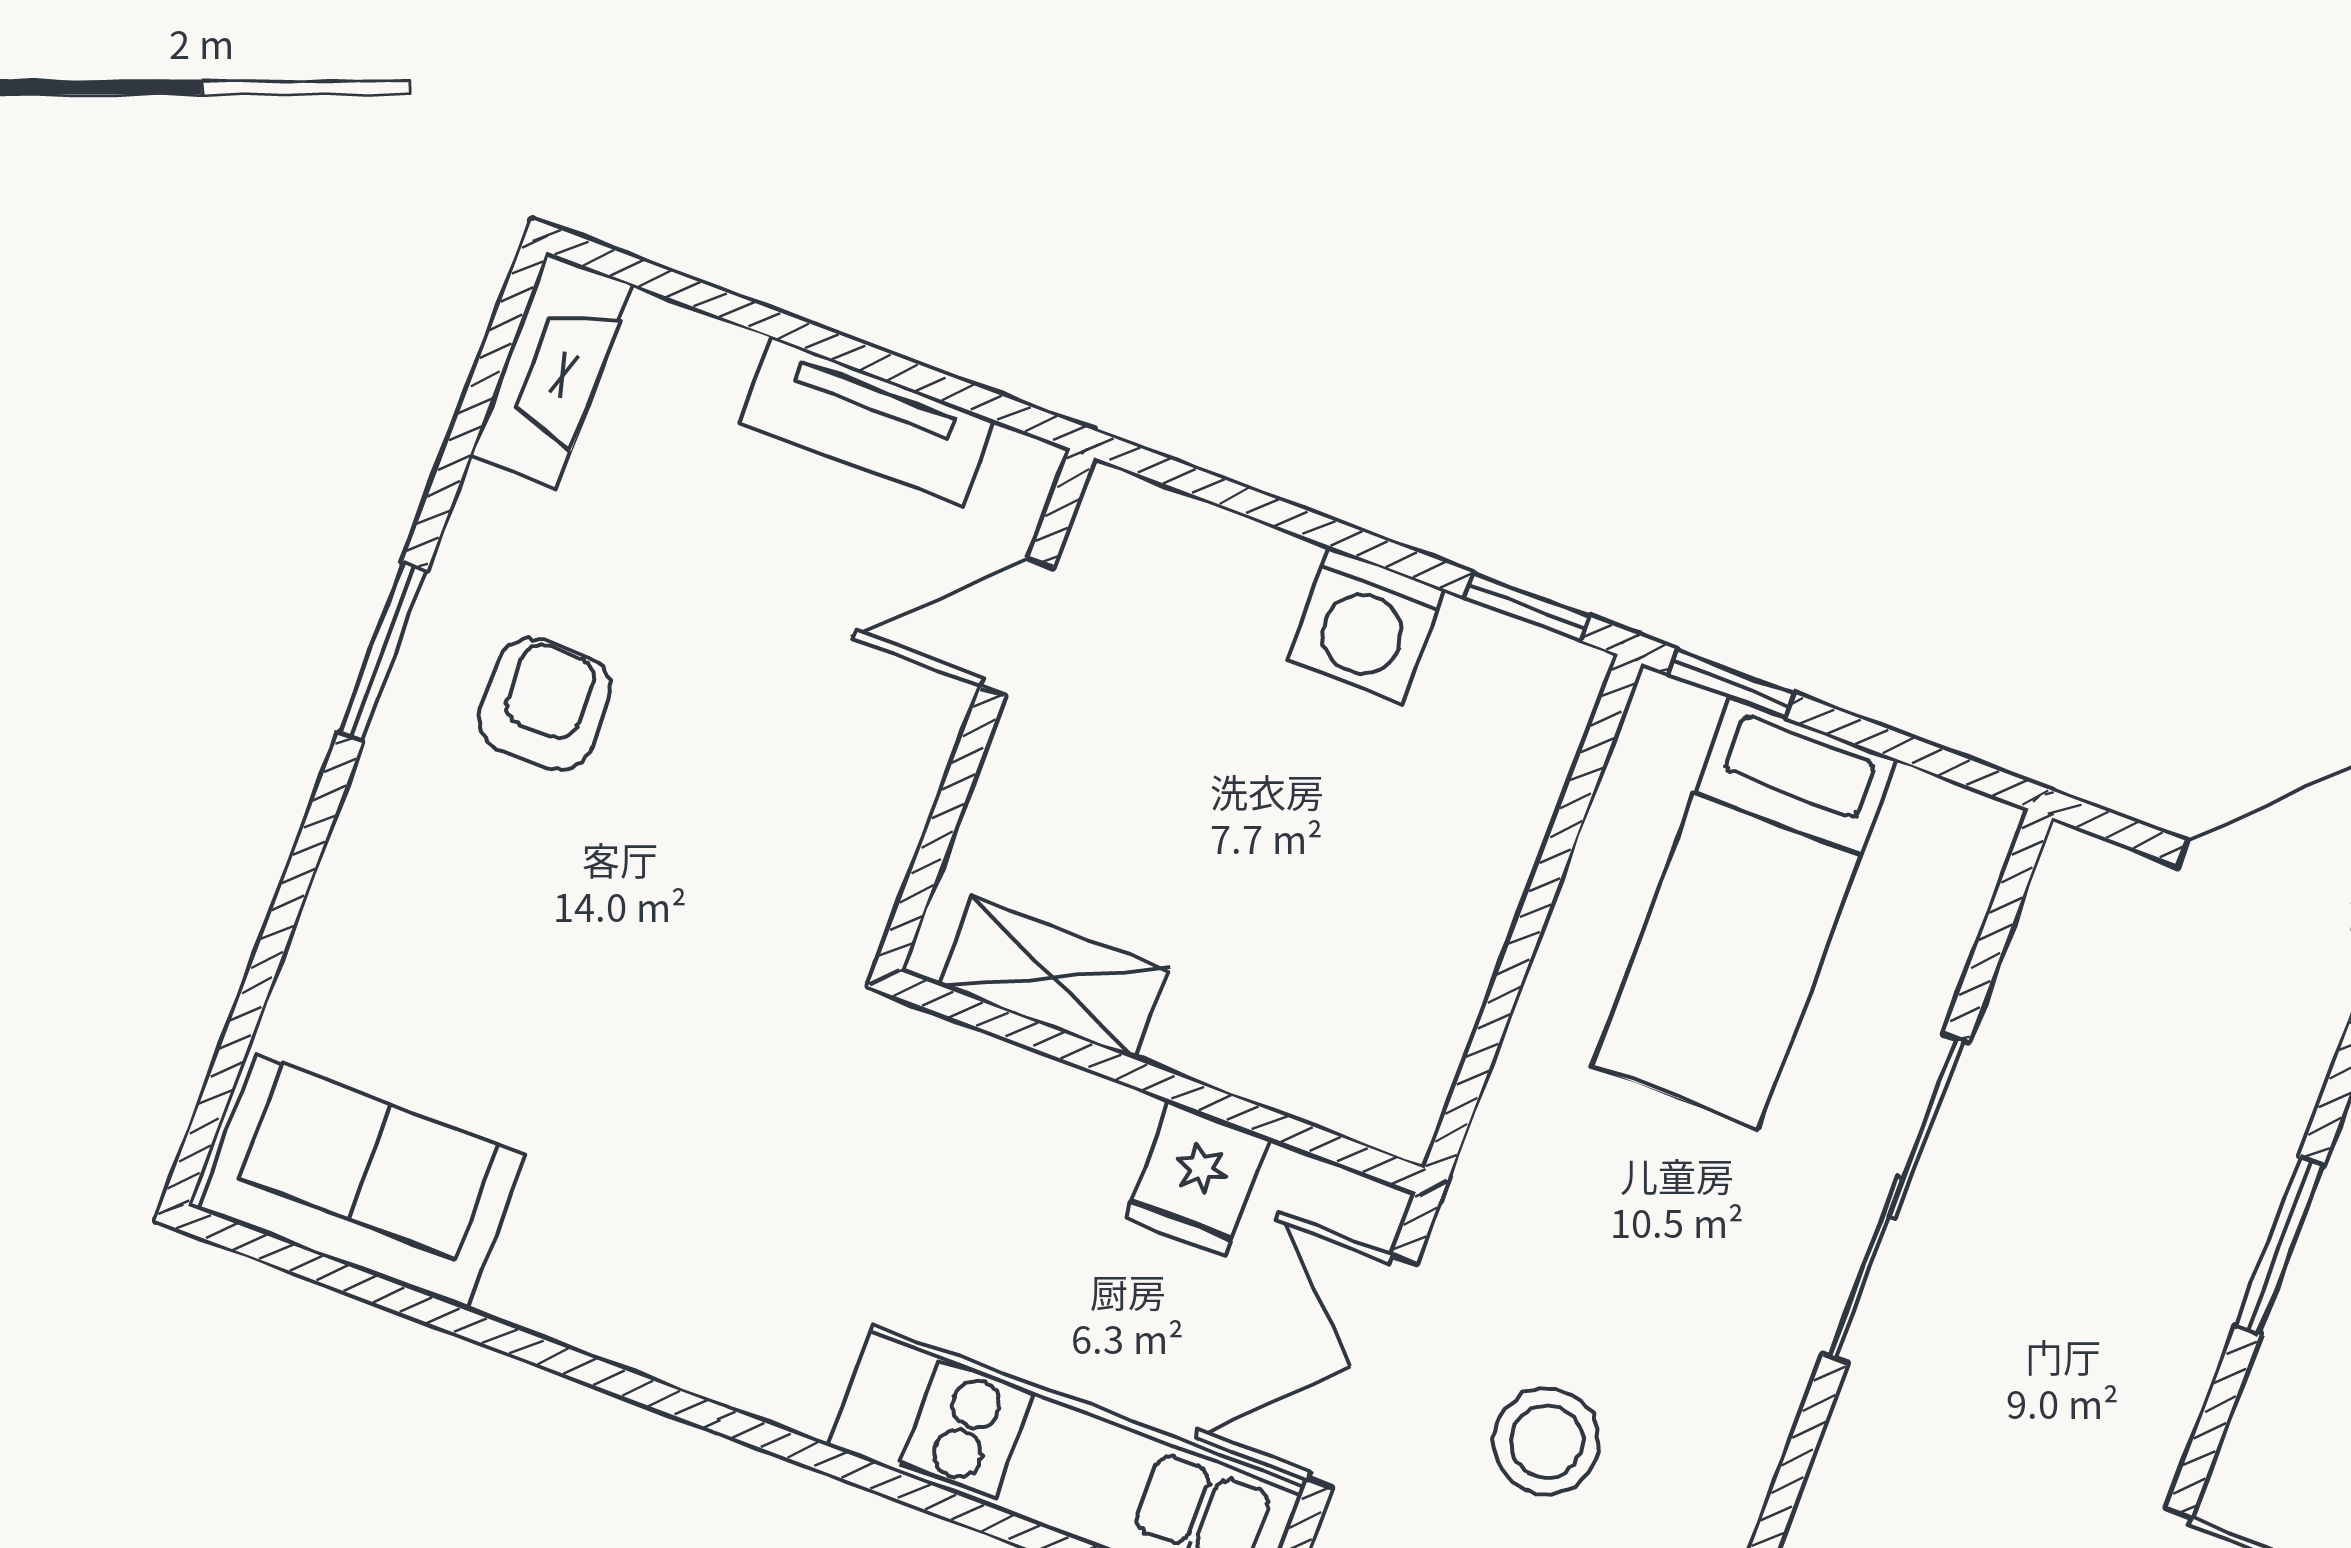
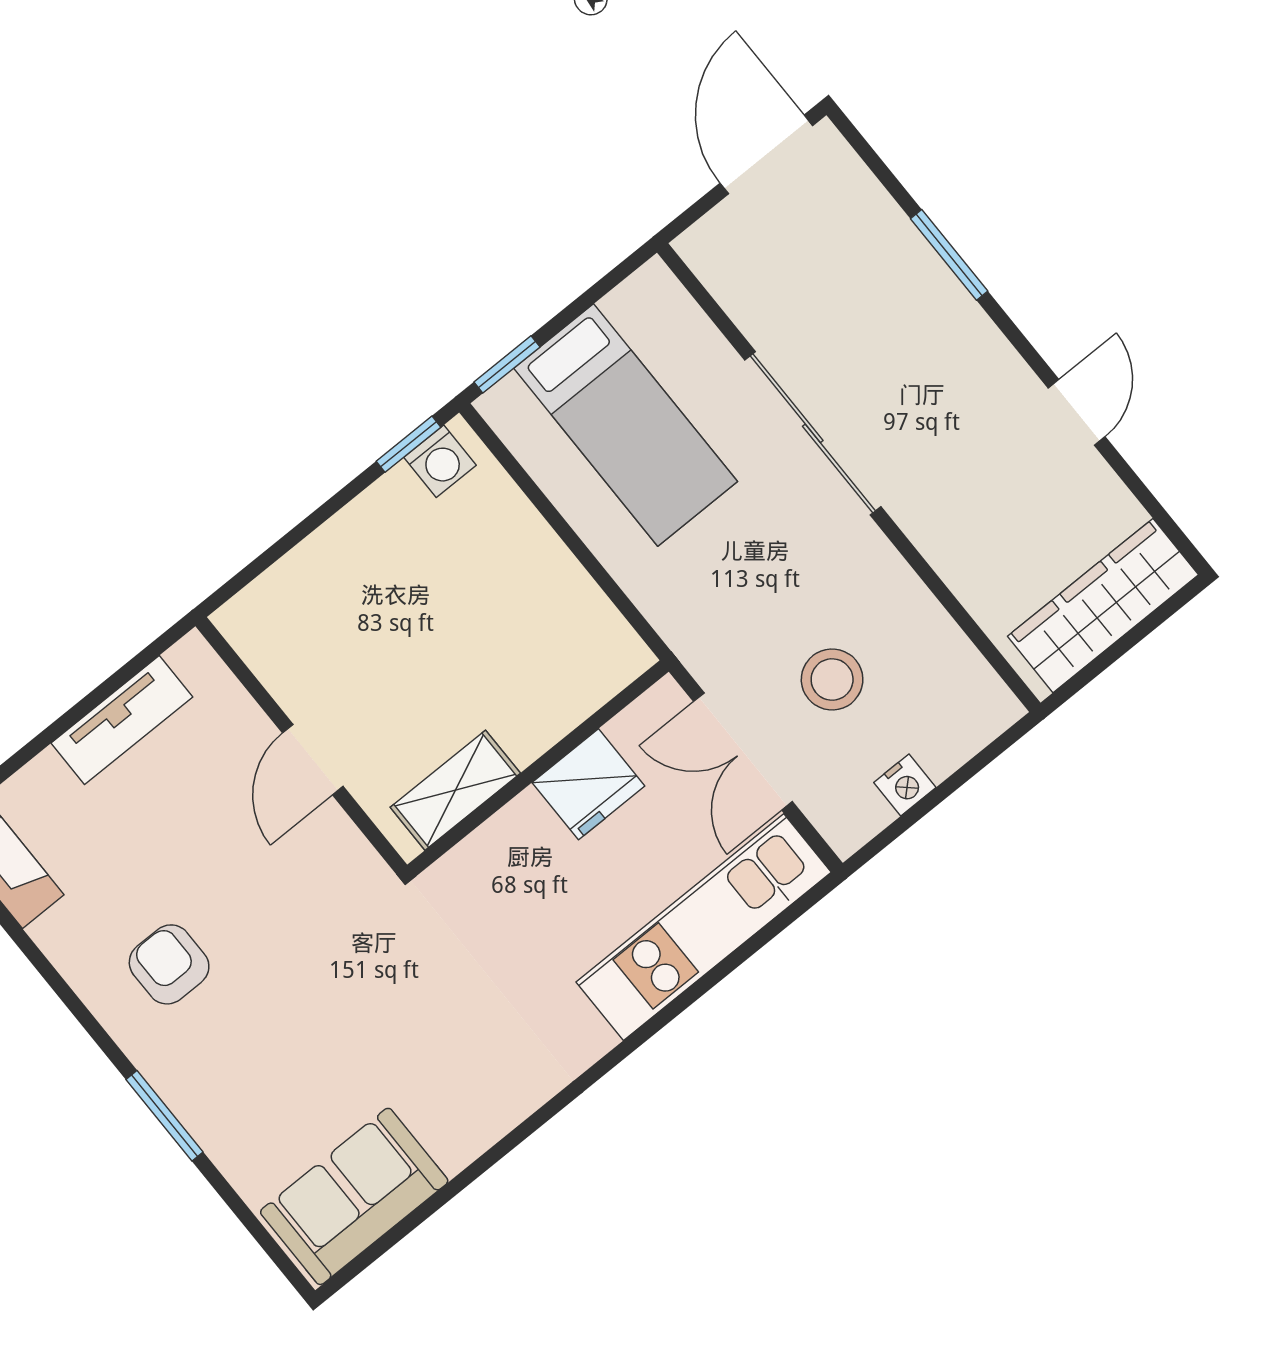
washing machine: (1365, 625) -> (440, 461), moved, width x0.73, depth x0.73
door: (1017, 627) -> (313, 760), moved
window: (383, 652) -> (165, 1116), moved
fridge: (1198, 1178) -> (588, 784), width x1.38

